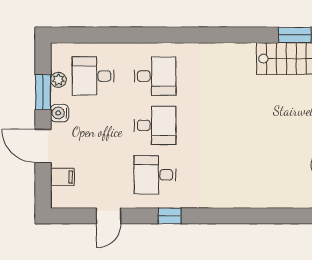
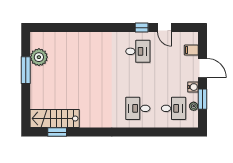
desk: (155, 125) -> (138, 80), removed
door: (109, 216) -> (165, 28), swing flipped
window: (170, 216) -> (142, 28), moved

